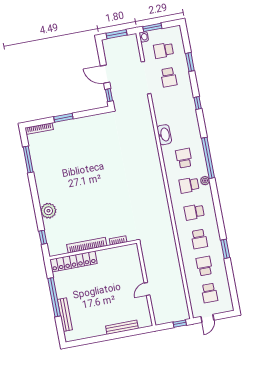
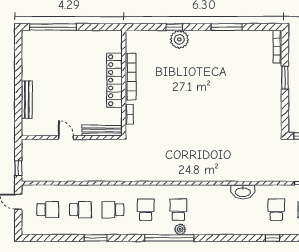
school desk: (184, 158) -> (276, 210), moved, turned -90
window: (208, 158) -> (169, 238), moved
window: (28, 160) -> (227, 27), moved
window: (43, 237) -> (174, 27), moved
locker: (73, 261) -> (115, 80), moved
school desk: (209, 293) -> (48, 210), turned 180
window: (54, 297) -> (53, 27), moved
bench: (65, 315) -> (102, 131), moved

